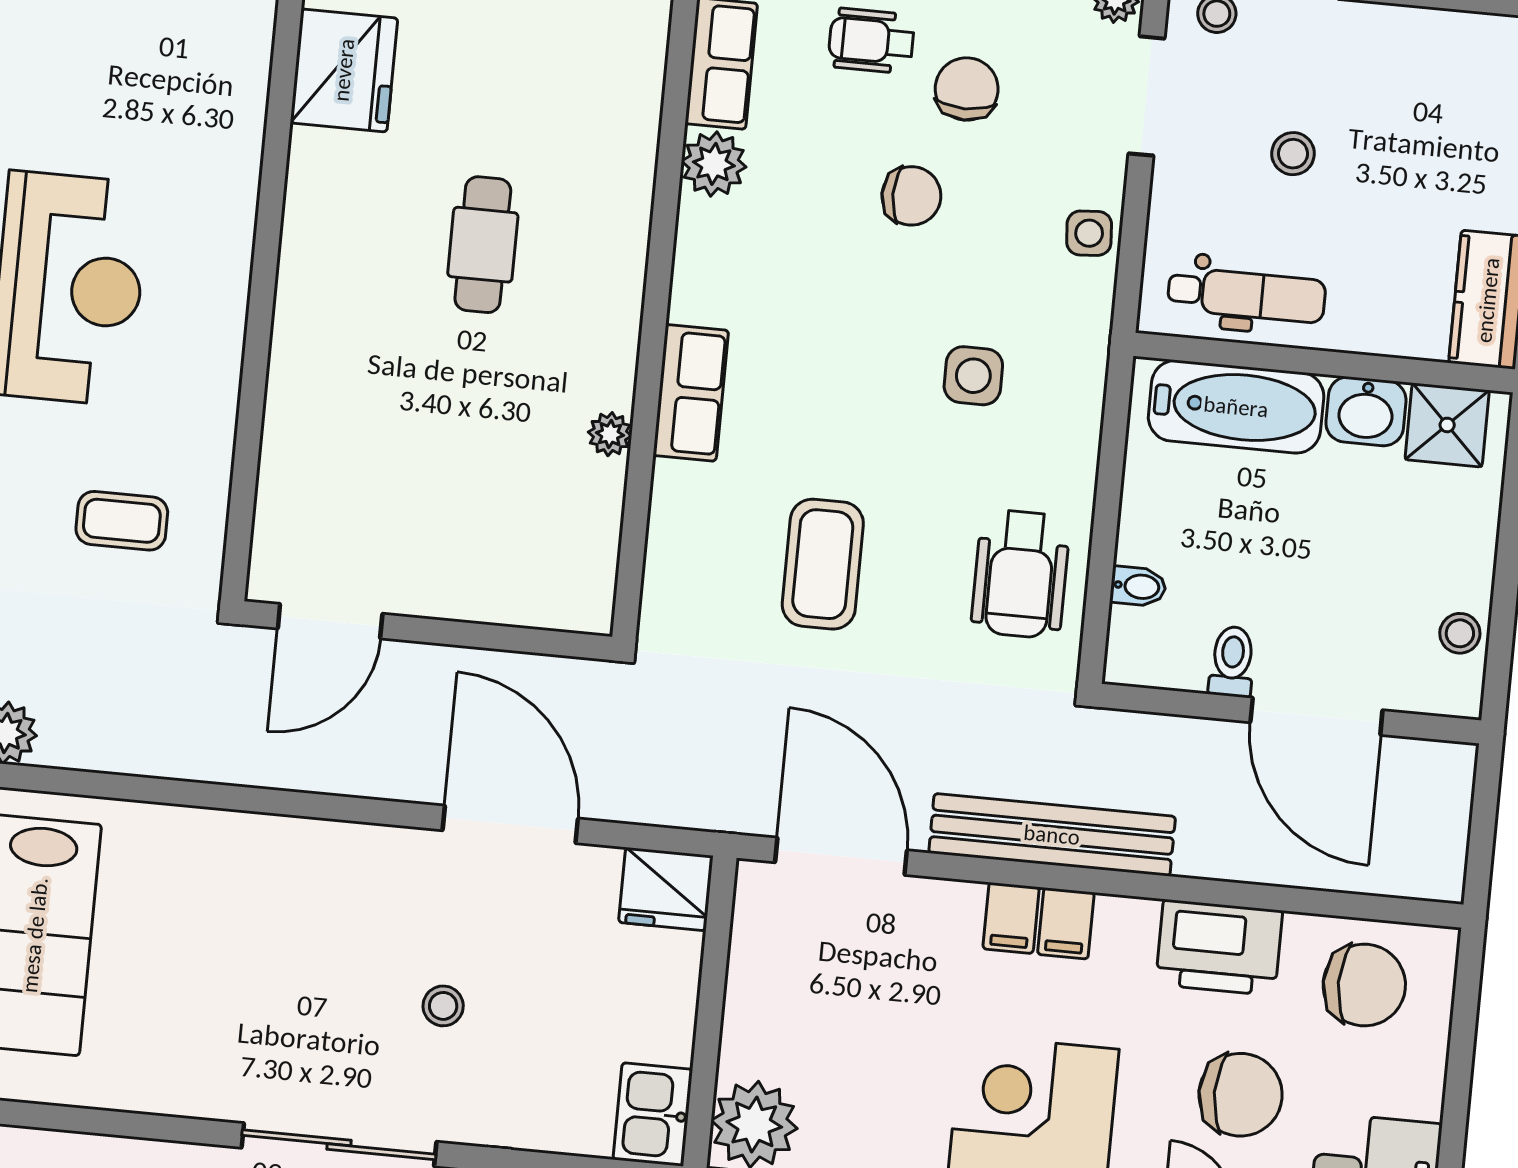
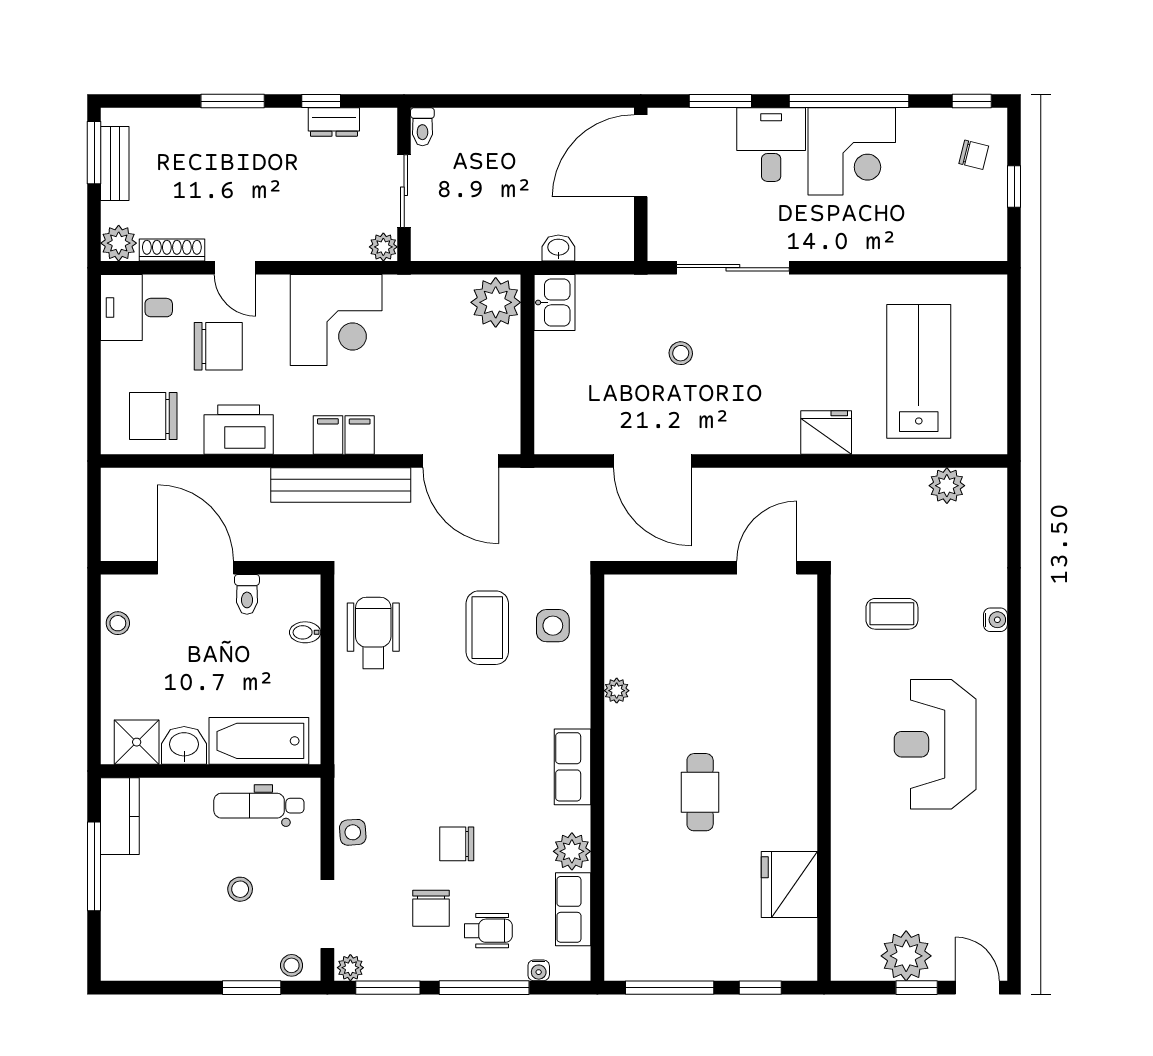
side table: (973, 376) -> (553, 626), moved
row of seats: (691, 393) -> (572, 767), moved
fridge: (666, 889) -> (826, 433), moved
chair: (1241, 1095) -> (218, 346), turned 180

